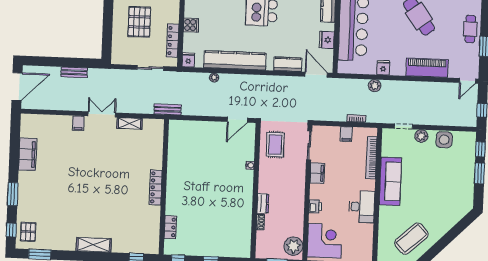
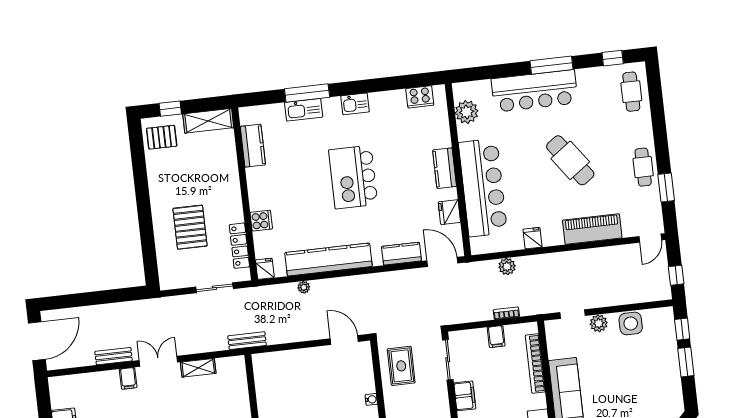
bench: (74, 72) -> (114, 356), moved
plant: (375, 86) -> (507, 266), moved
door: (237, 120) -> (344, 340), swing flipped

